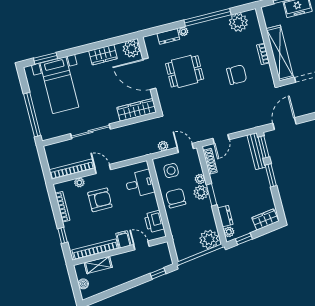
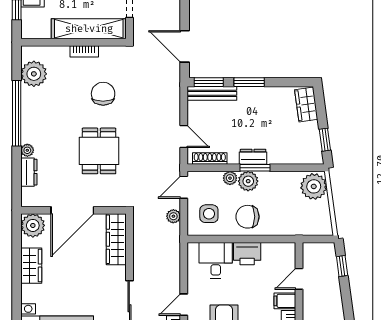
dining table: (185, 71) -> (99, 151), moved
dresser: (225, 216) -> (253, 157), moved
printer: (154, 221) -> (247, 254), moved
plant: (229, 232) -> (310, 157), removed

